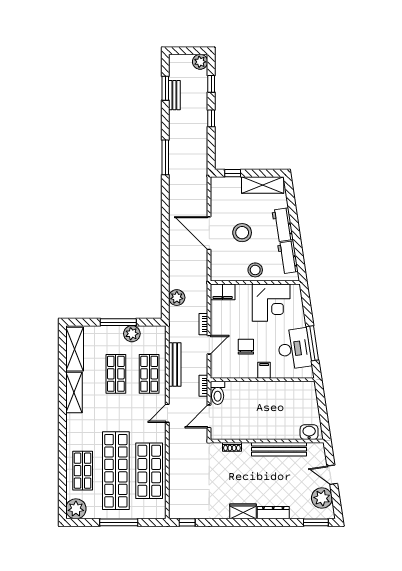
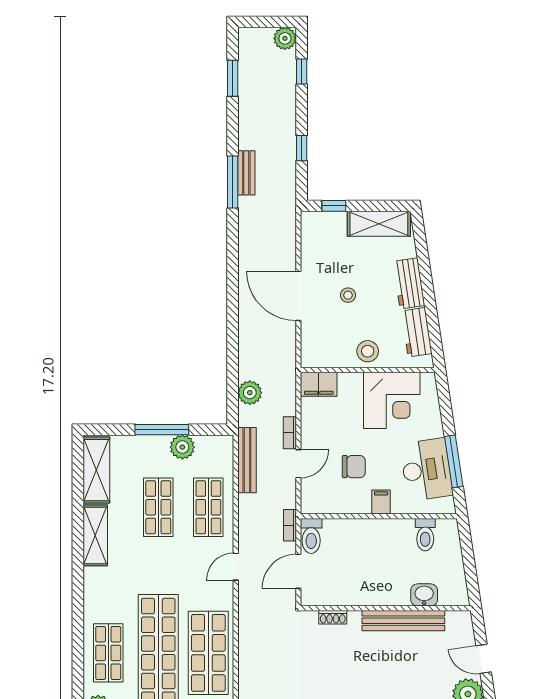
bench: (174, 95) -> (246, 173), moved
window: (211, 118) -> (302, 148), moved
stool: (242, 233) -> (348, 295), width x0.53, depth x0.53
chair: (246, 347) -> (354, 467), turned 90
bench: (175, 365) -> (247, 460), moved
toilet: (293, 392) -> (425, 535), added
washbasin: (309, 432) -> (424, 595), moved

